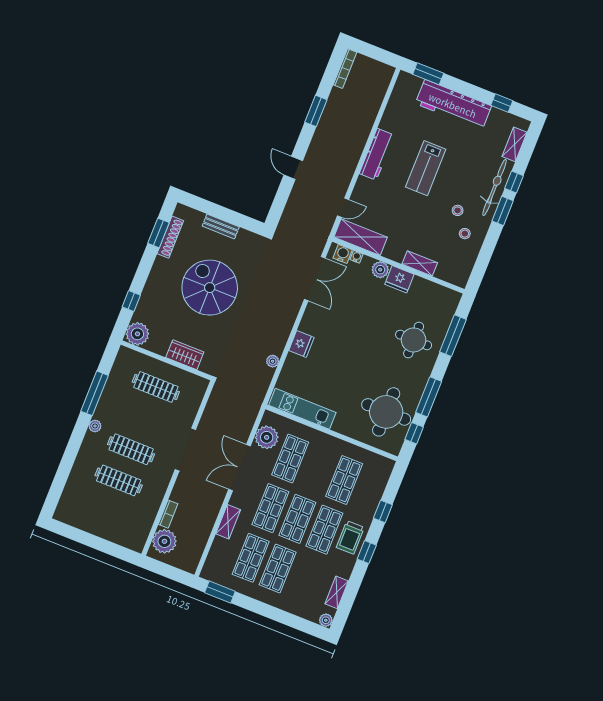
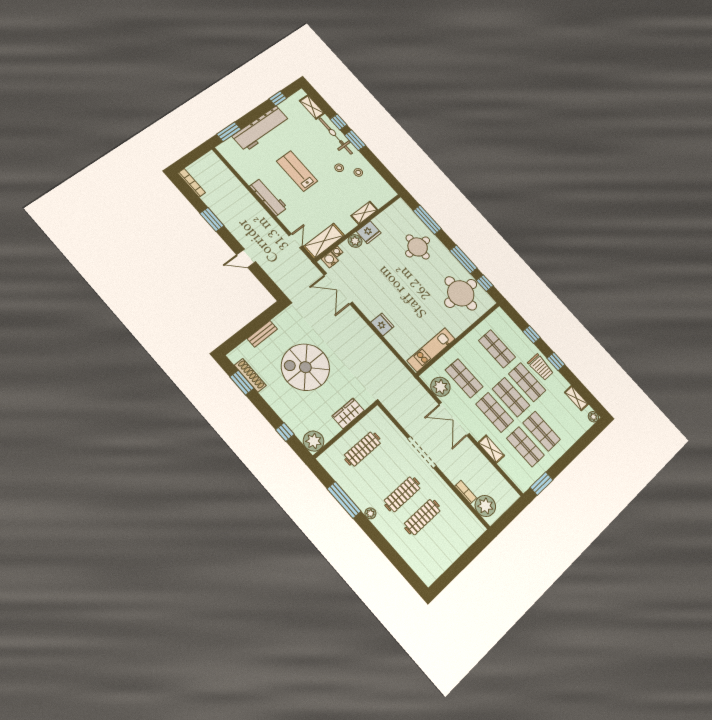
lab bench: (426, 168) -> (297, 171), turned 180
double door: (315, 279) -> (338, 289), swing flipped
plant: (273, 361) -> (385, 352), removed

